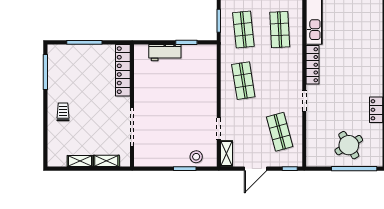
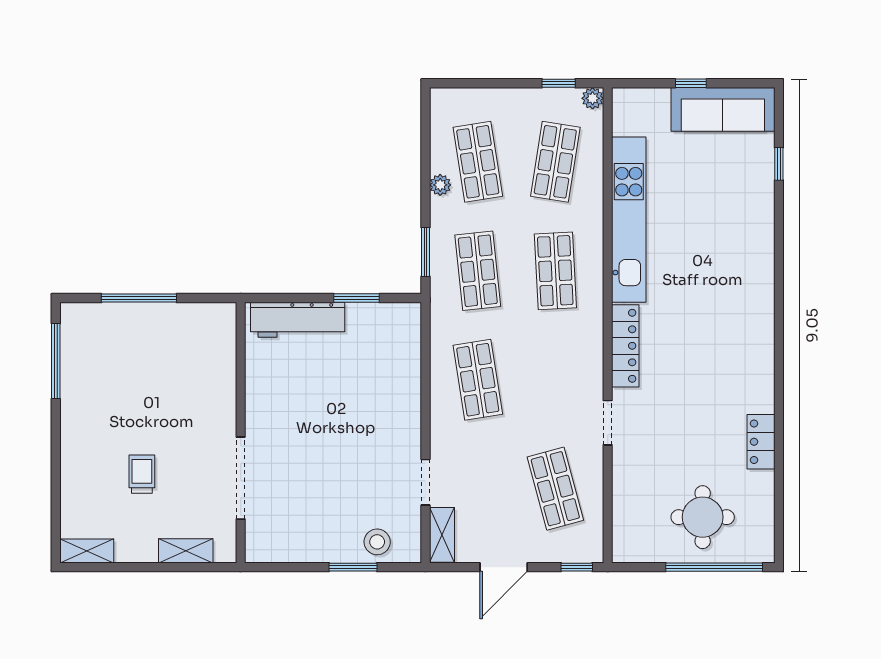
workbench: (165, 53) -> (298, 320), width x1.37
locker: (123, 70) -> (221, 357), removed
trolley: (63, 112) -> (142, 474), moved
round table: (349, 145) -> (703, 517), turned 31
shelving: (80, 161) -> (87, 551), moved

